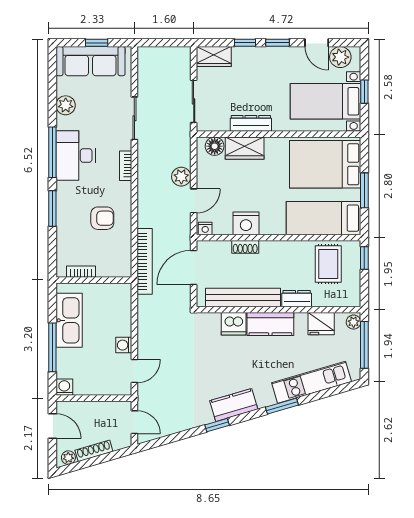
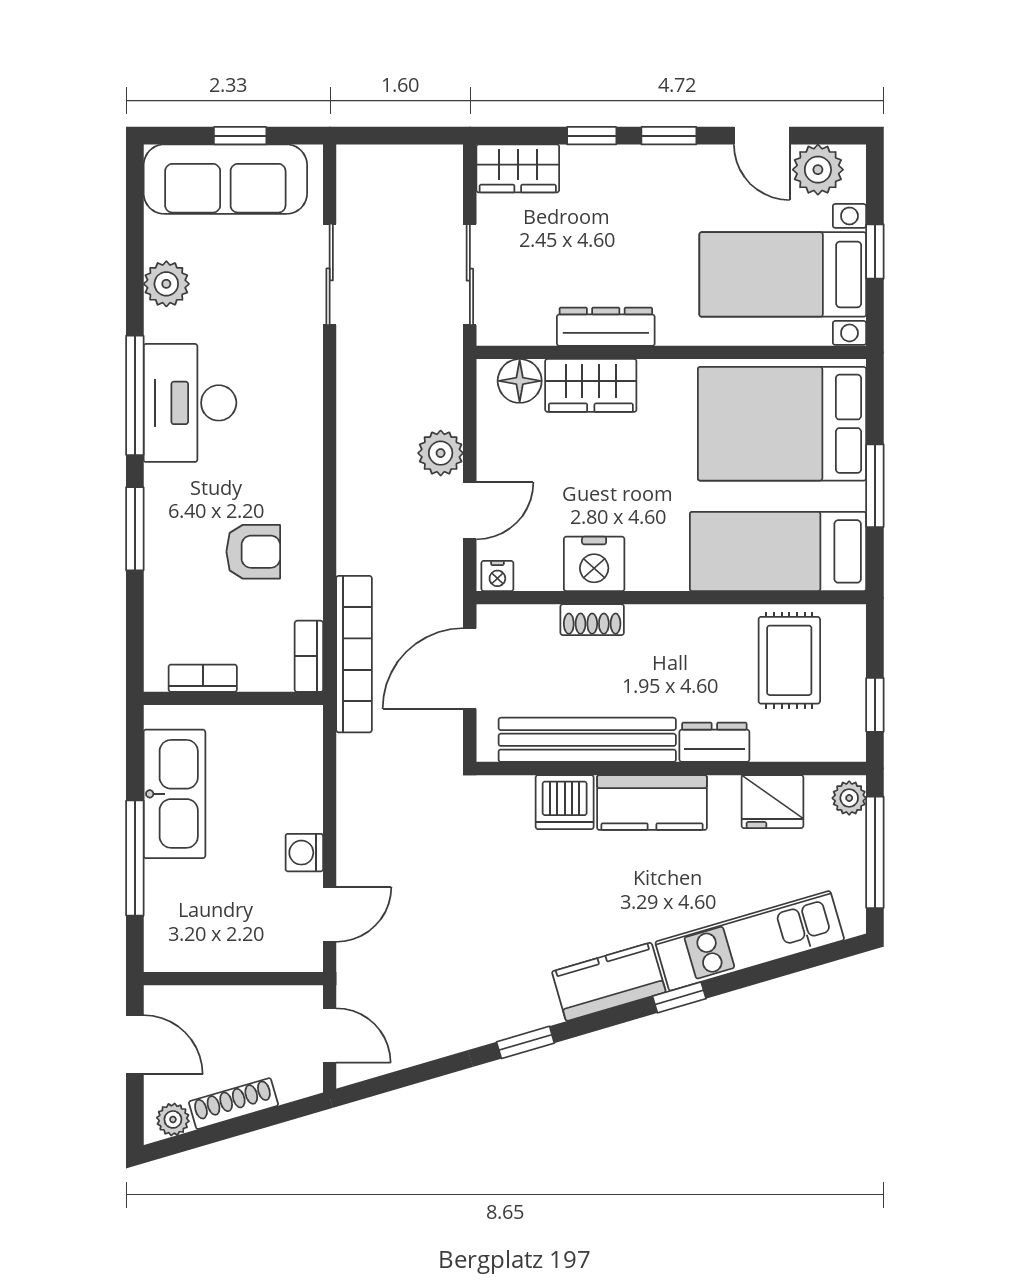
sliding door: (134, 118) -> (330, 274), moved
bookcase: (126, 166) -> (309, 656), moved
window: (364, 258) -> (875, 705), moved
washing machine: (64, 387) -> (163, 953), removed
kitchen counter: (234, 405) -> (609, 982), moved
window: (282, 406) -> (679, 997), width x0.67

